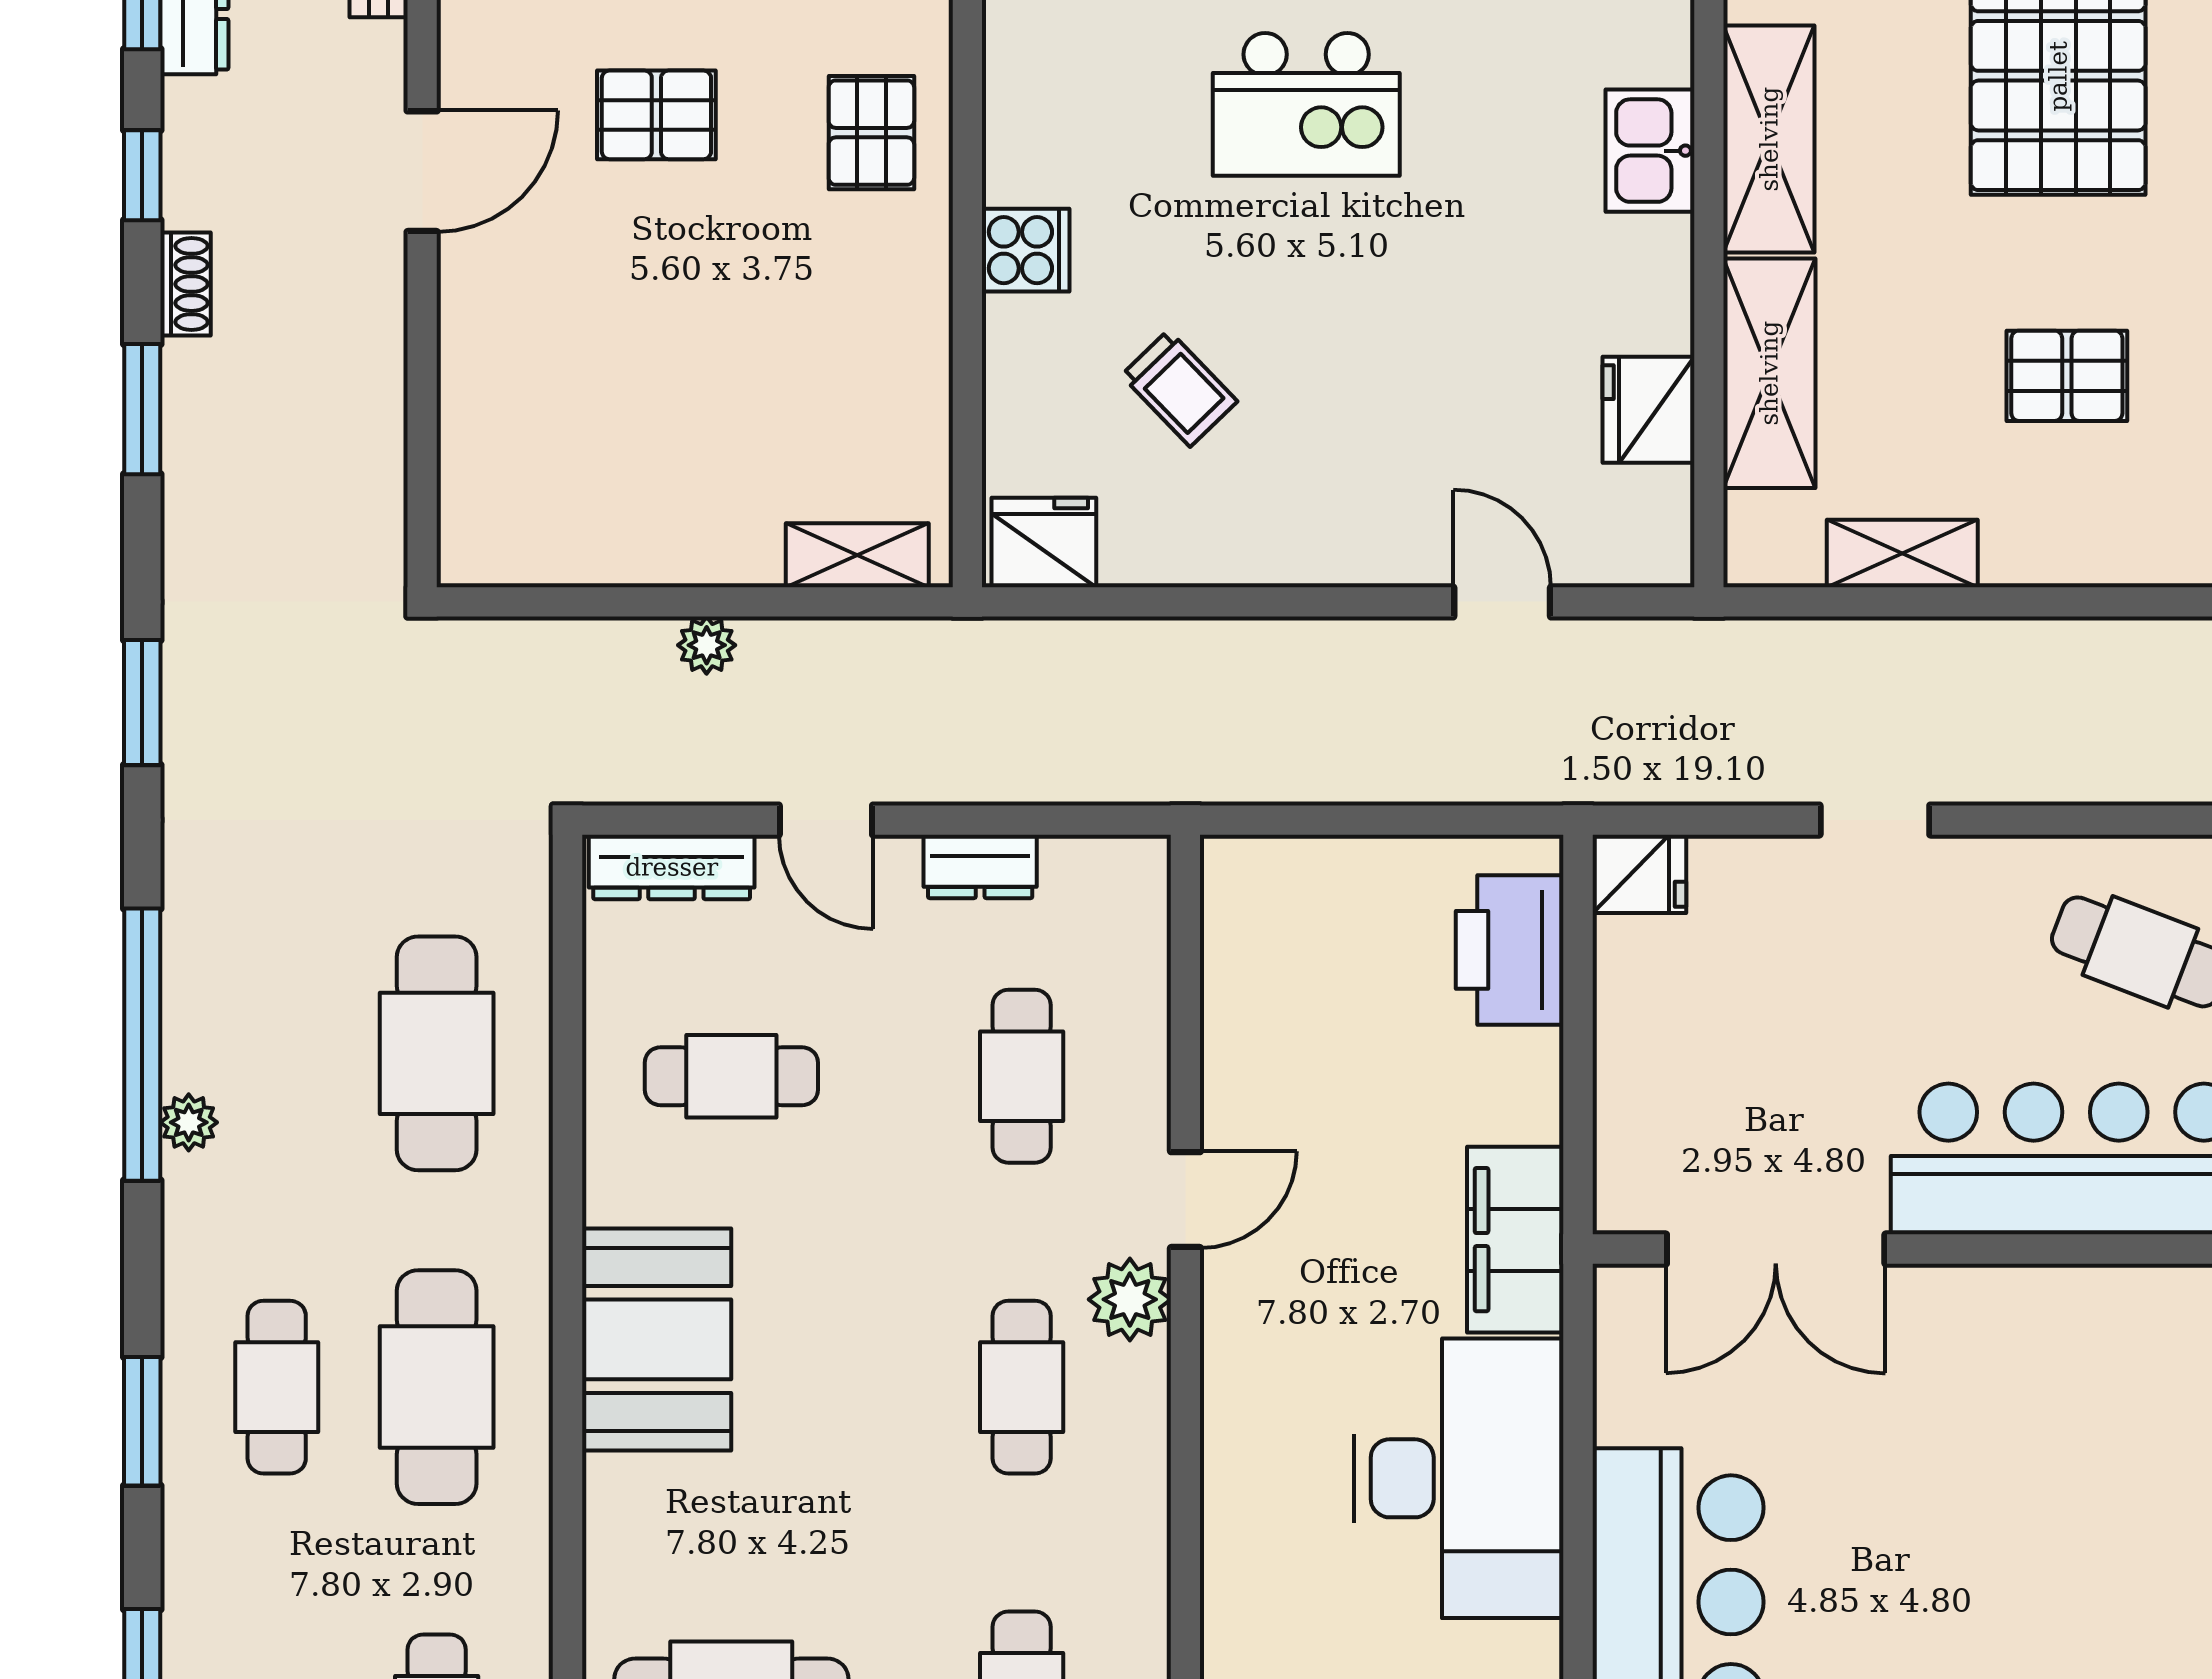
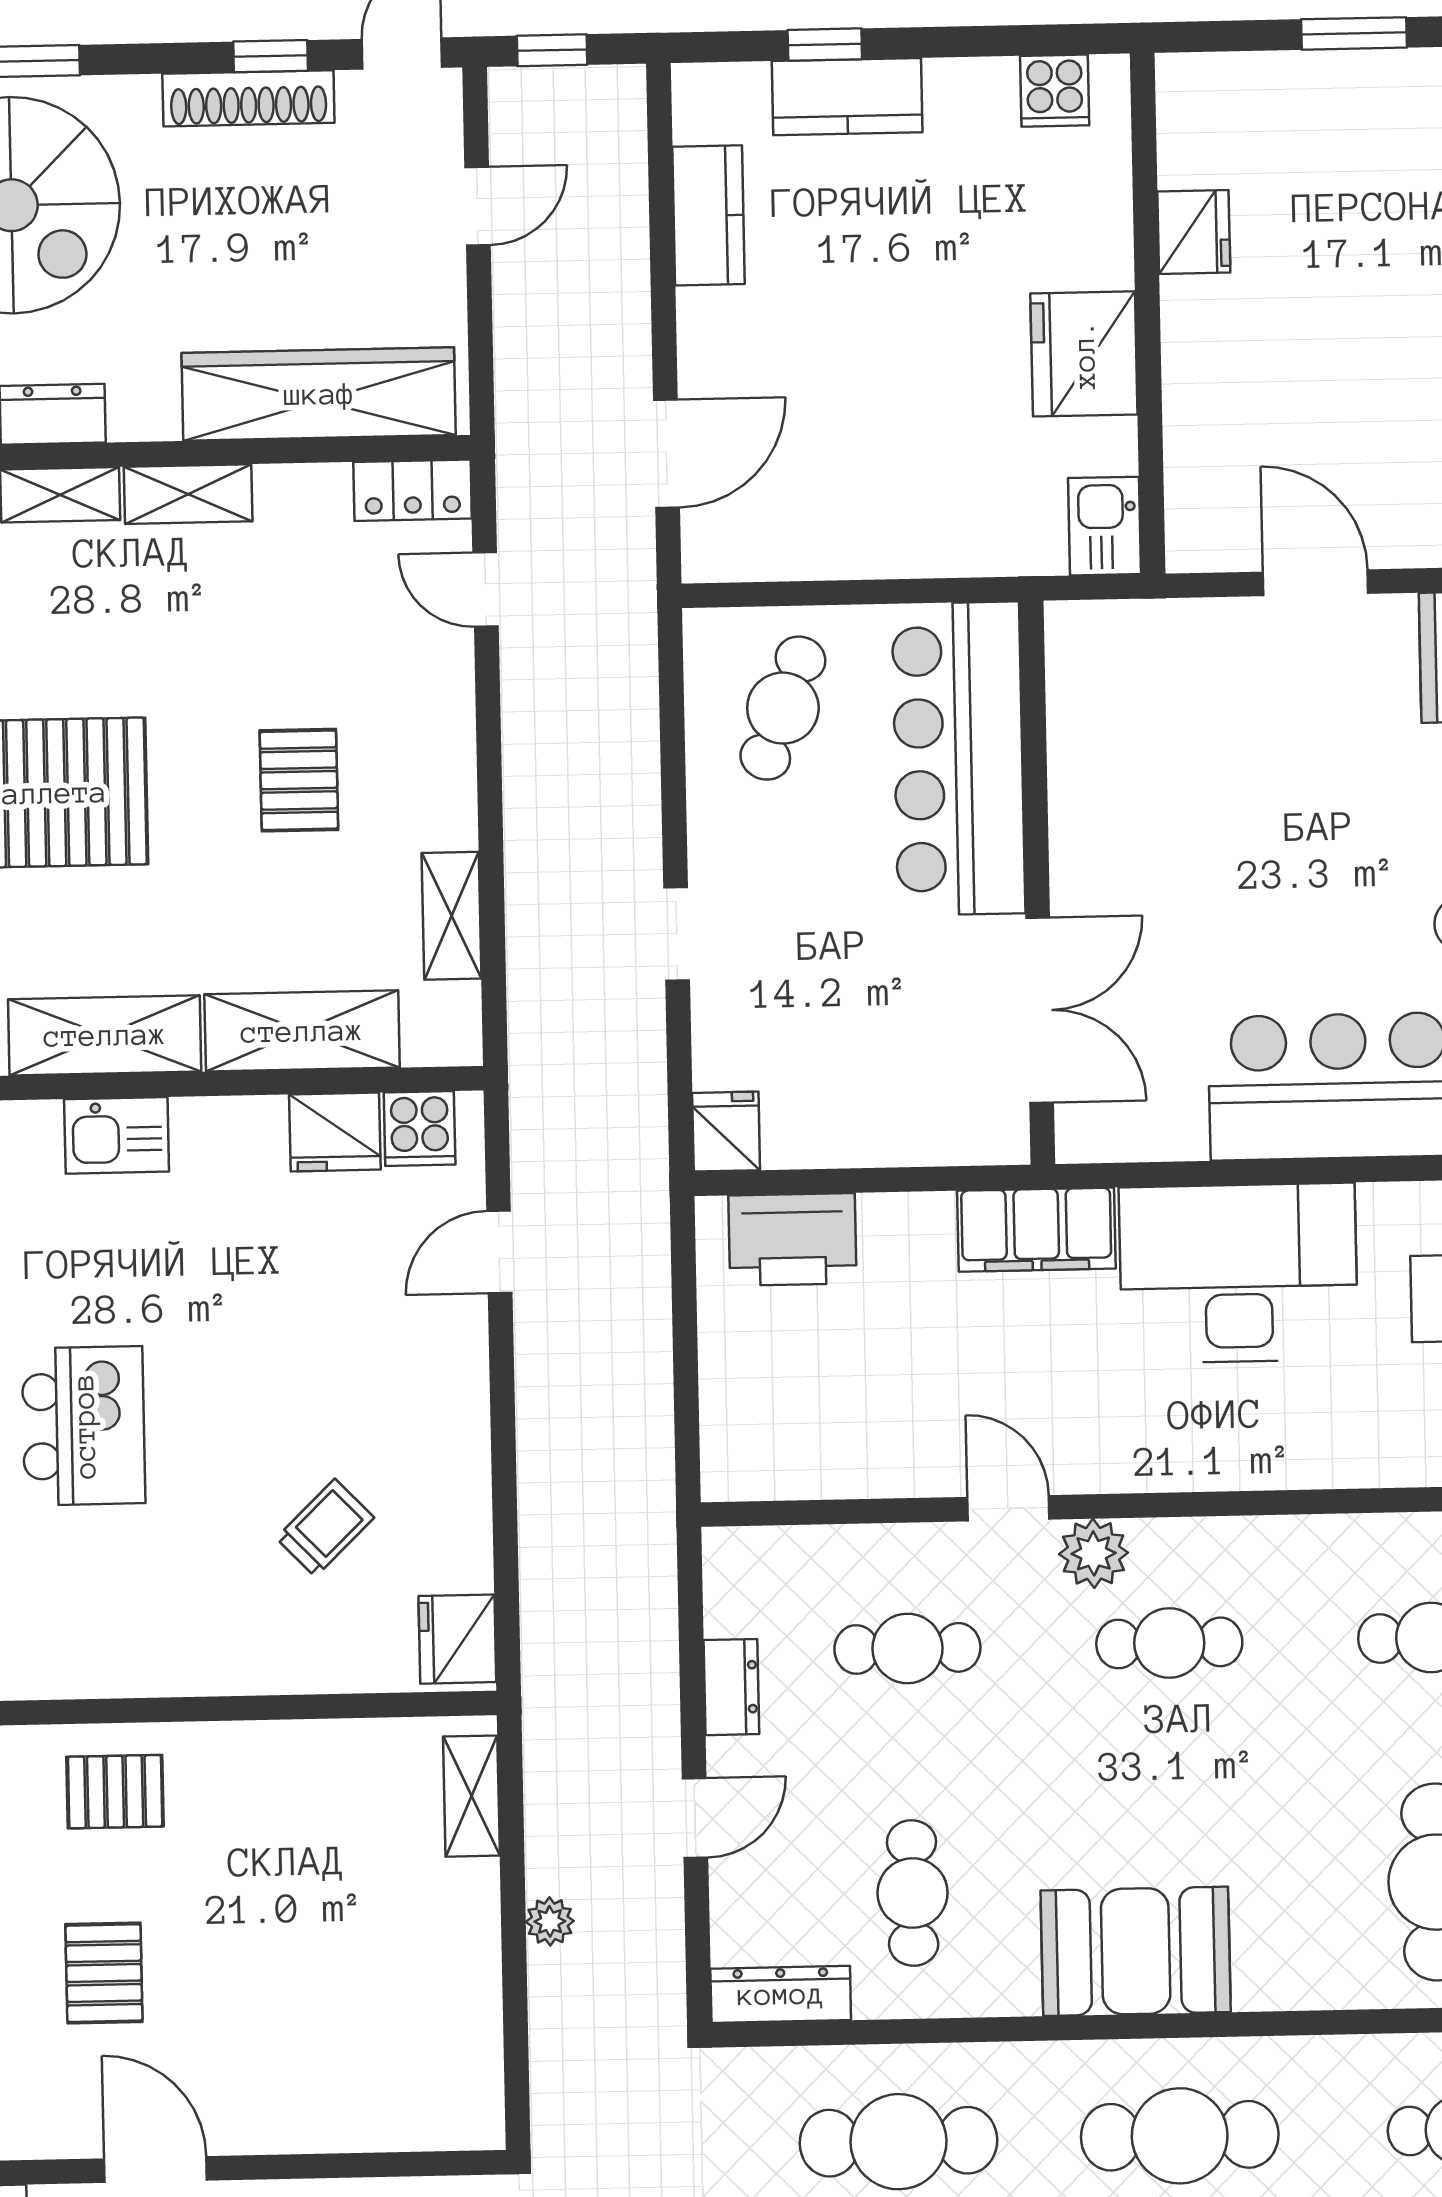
cooker: (1026, 250) -> (420, 1129), moved, turned 180
dresser: (672, 867) -> (781, 1994), moved, turned -90

